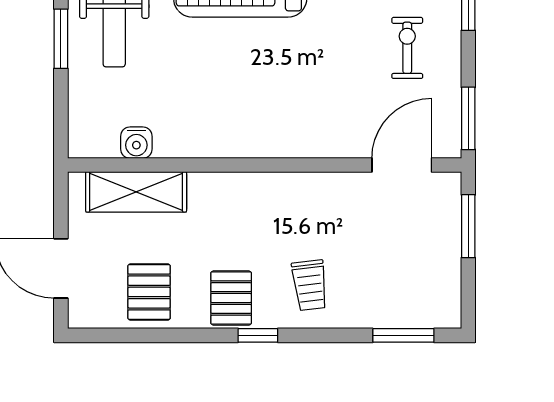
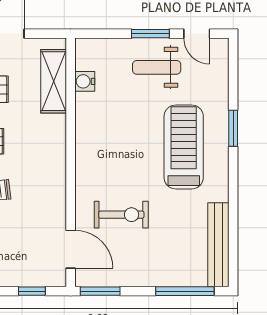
exercise bike: (407, 48) -> (121, 215), moved, width x1.38, depth x1.39
window: (468, 226) -> (32, 291), width x0.67

